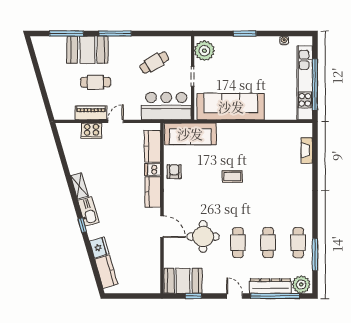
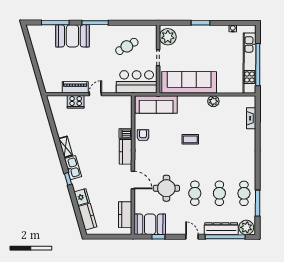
cafe table: (95, 82) -> (79, 62), removed
plant: (260, 130) -> (213, 101), added
kitchen counter: (152, 146) -> (125, 215), moved

